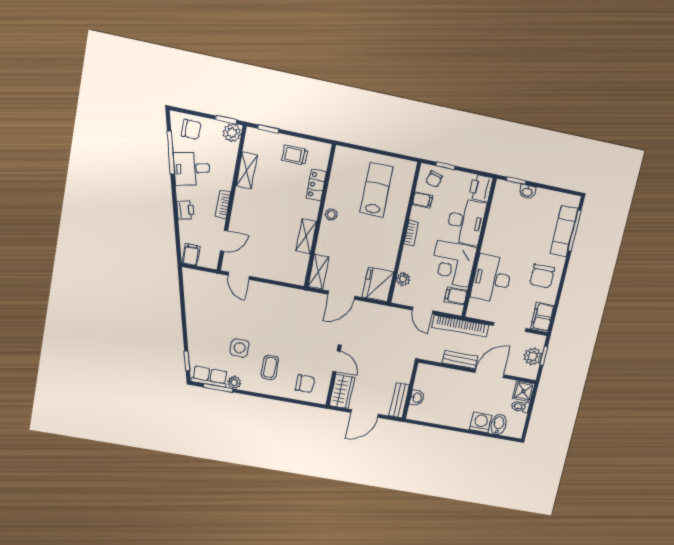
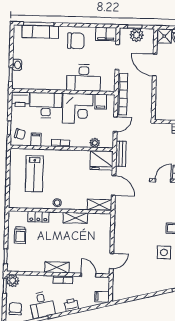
shelving: (247, 170) -> (57, 267), moved
lab bench: (377, 190) -> (34, 174), turned -90
bench: (460, 360) -> (121, 154), moved

